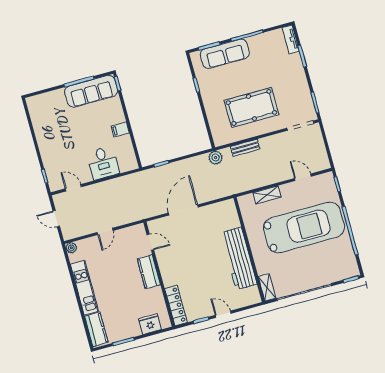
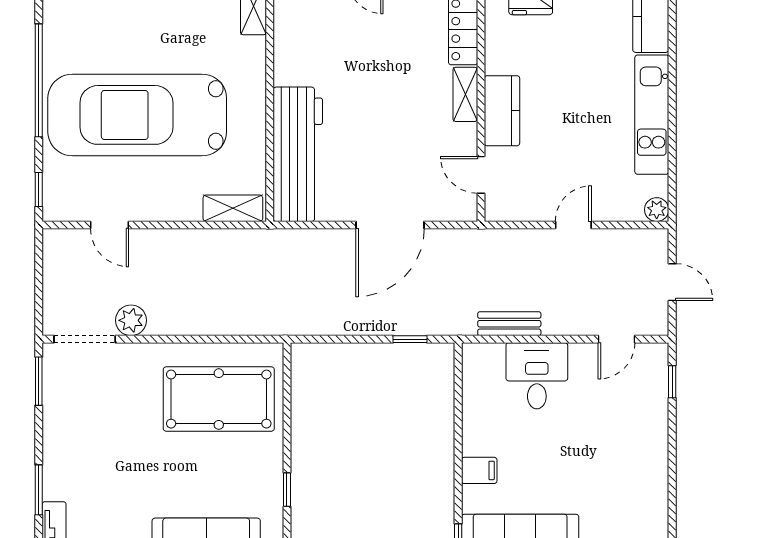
pool table: (251, 108) -> (219, 399), moved
filing cabinet: (120, 129) -> (479, 470), moved
bench: (245, 148) -> (509, 324), moved
plant: (216, 158) -> (131, 320), moved
door: (73, 188) -> (616, 339), hinge flipped
shelving: (267, 195) -> (233, 208), moved
workbench: (239, 258) -> (298, 154), moved
shelving: (166, 275) -> (465, 94), added

